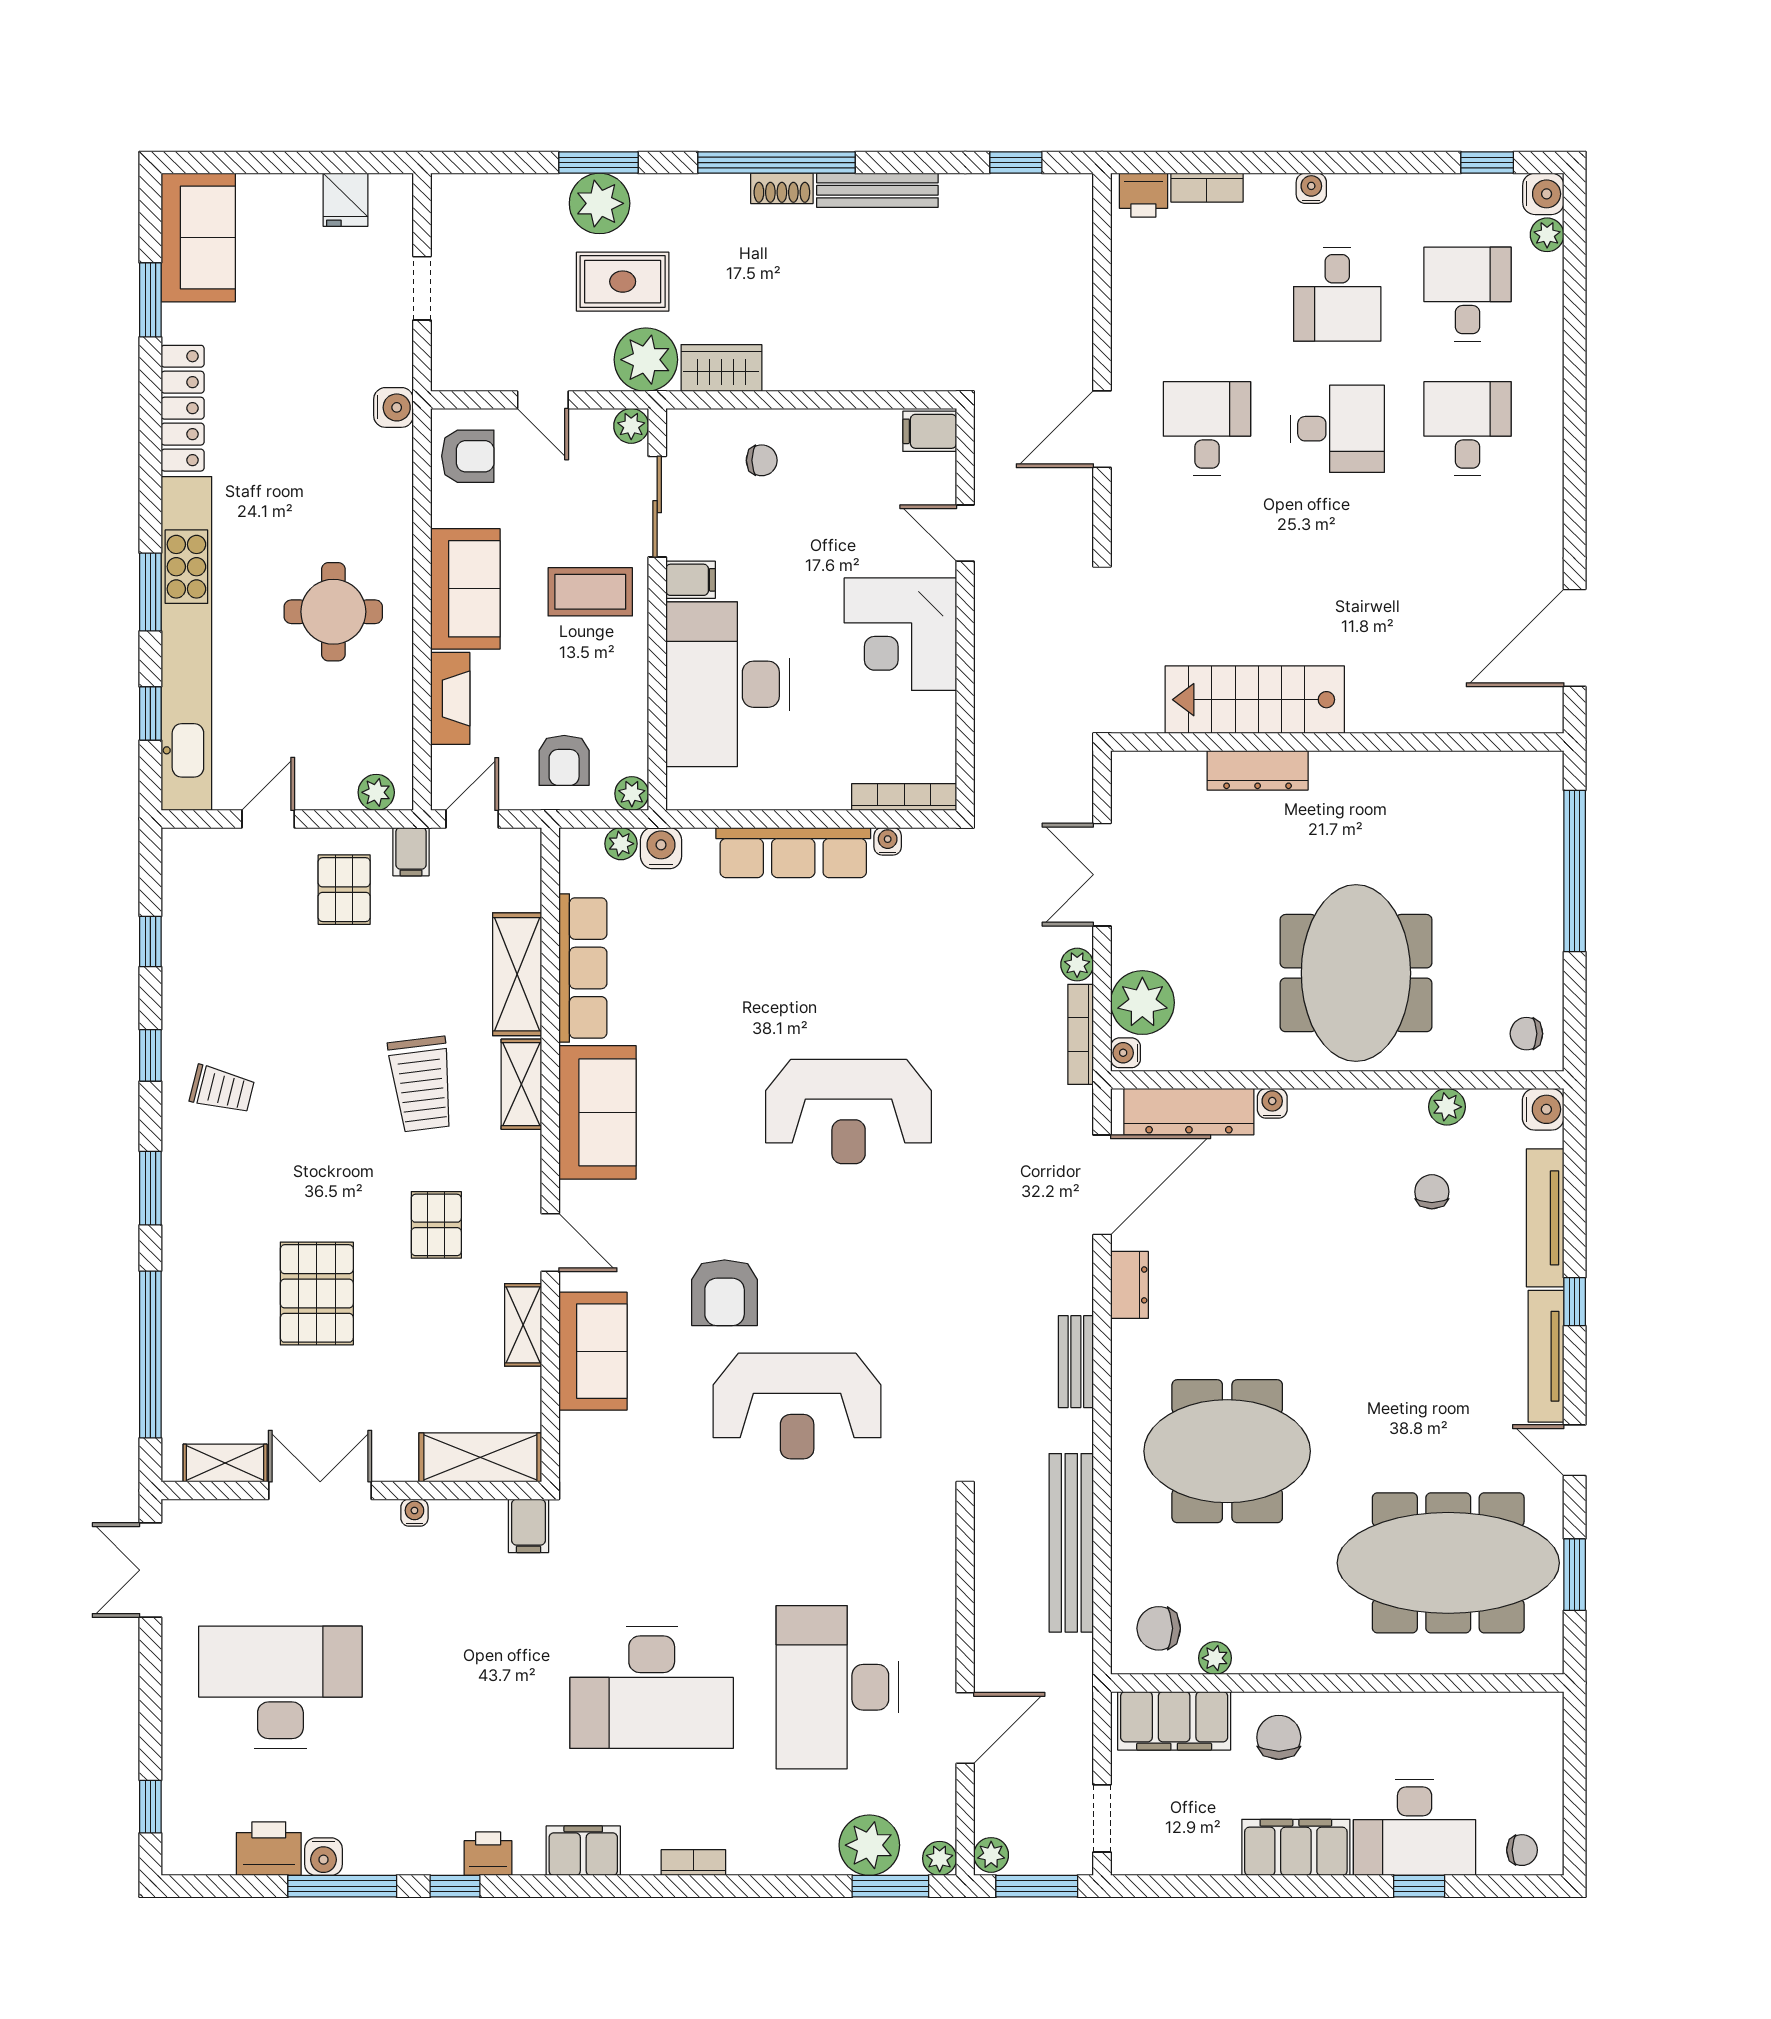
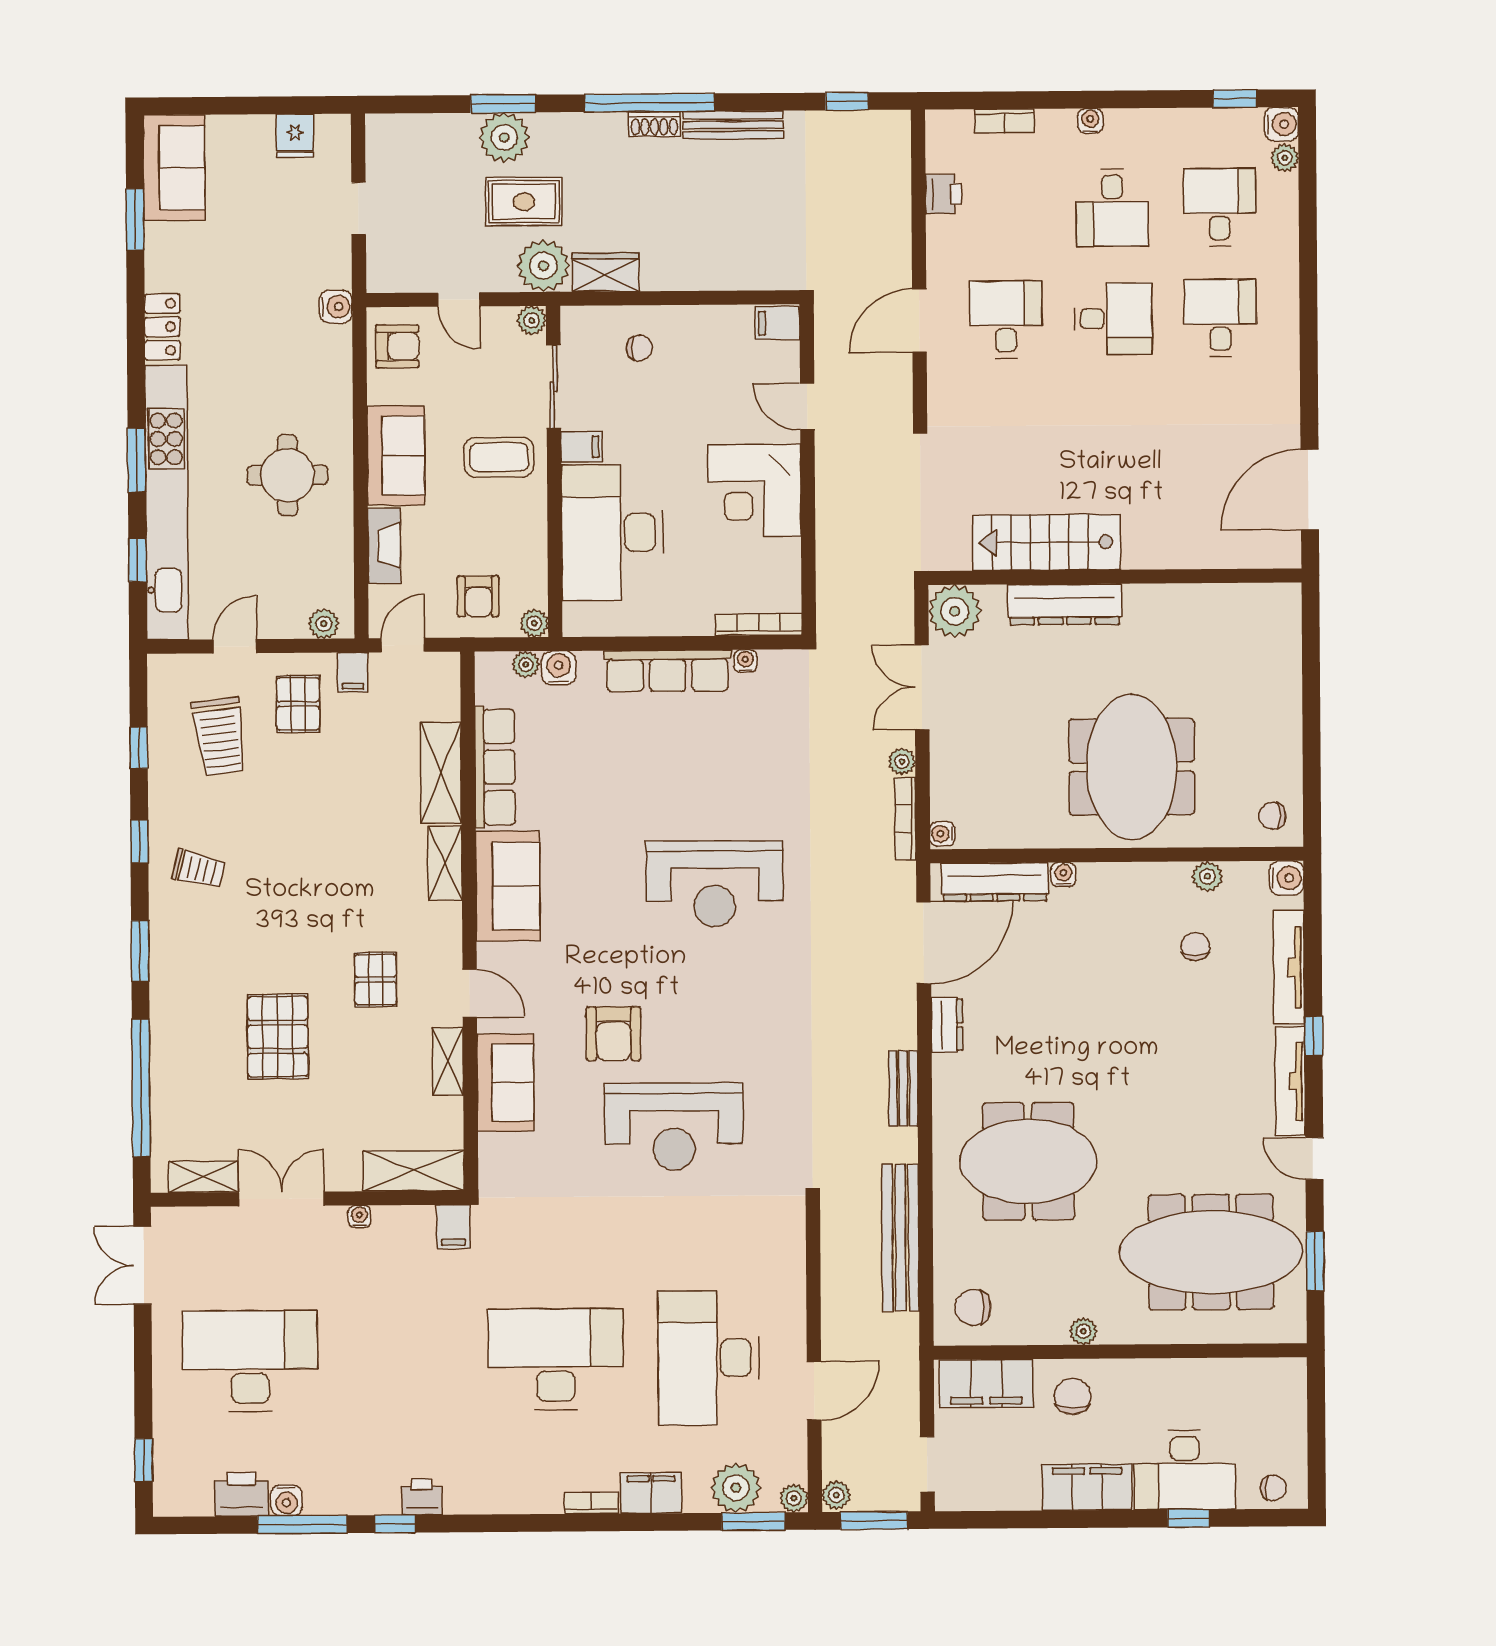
printer: (1143, 195) -> (944, 194), moved, turned -90
locker: (183, 408) -> (162, 327), width x0.66
dresser: (1258, 770) -> (1065, 604), width x1.37, depth x1.24
window: (1575, 871) -> (1311, 681), removed
plant: (1142, 1003) -> (955, 611), moved
trolley: (422, 1084) -> (220, 736), moved
plant: (1215, 1658) -> (1083, 1331), moved
desk: (652, 1687) -> (556, 1359), turned 180
filing cabinet: (583, 1851) -> (651, 1493), moved

